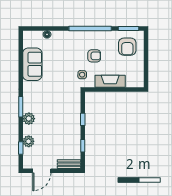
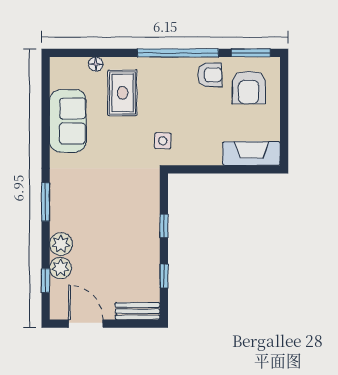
rug: (61, 49) -> (122, 93), added
armchair: (94, 56) -> (210, 75), moved
fireplace: (110, 81) -> (252, 153), moved
plant: (29, 119) -> (61, 244), moved
door: (42, 171) -> (86, 324), swing flipped

